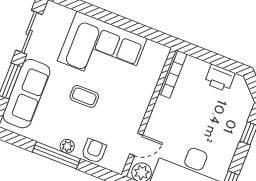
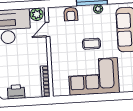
plant: (67, 146) -> (98, 9), moved

